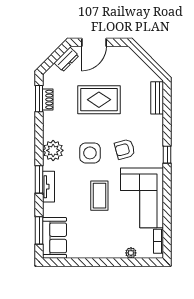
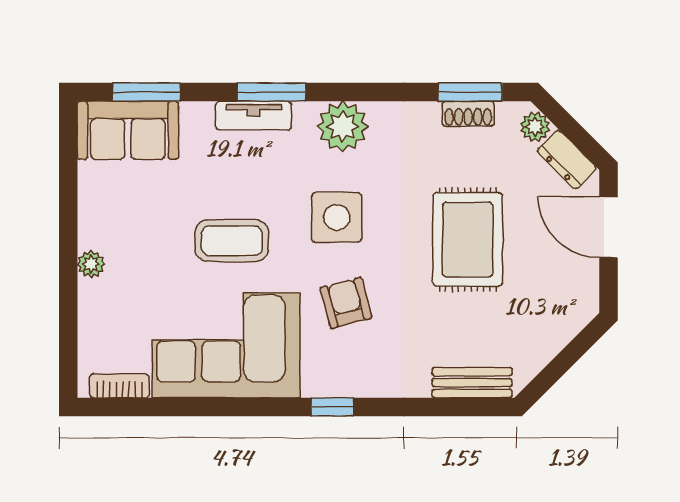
plant: (53, 72) -> (535, 127), added
plant: (131, 253) -> (91, 264), moved

